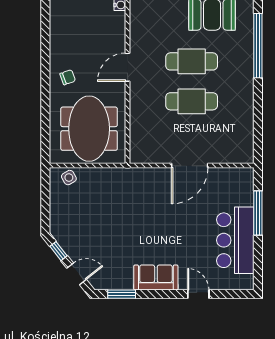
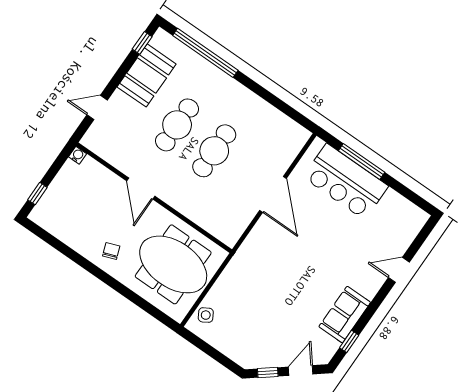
bar counter: (235, 240) -> (346, 182), moved
sofa: (156, 278) -> (345, 315), moved
window: (122, 294) -> (349, 341), width x0.67

